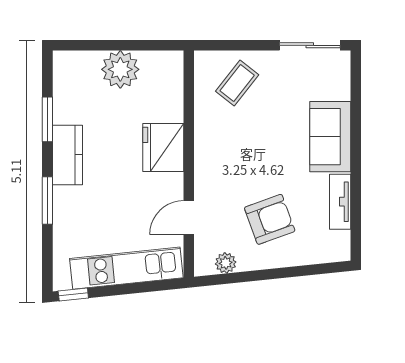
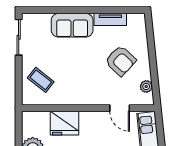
fridge: (163, 147) -> (64, 123), moved
armchair: (270, 219) -> (121, 61), turned 153

